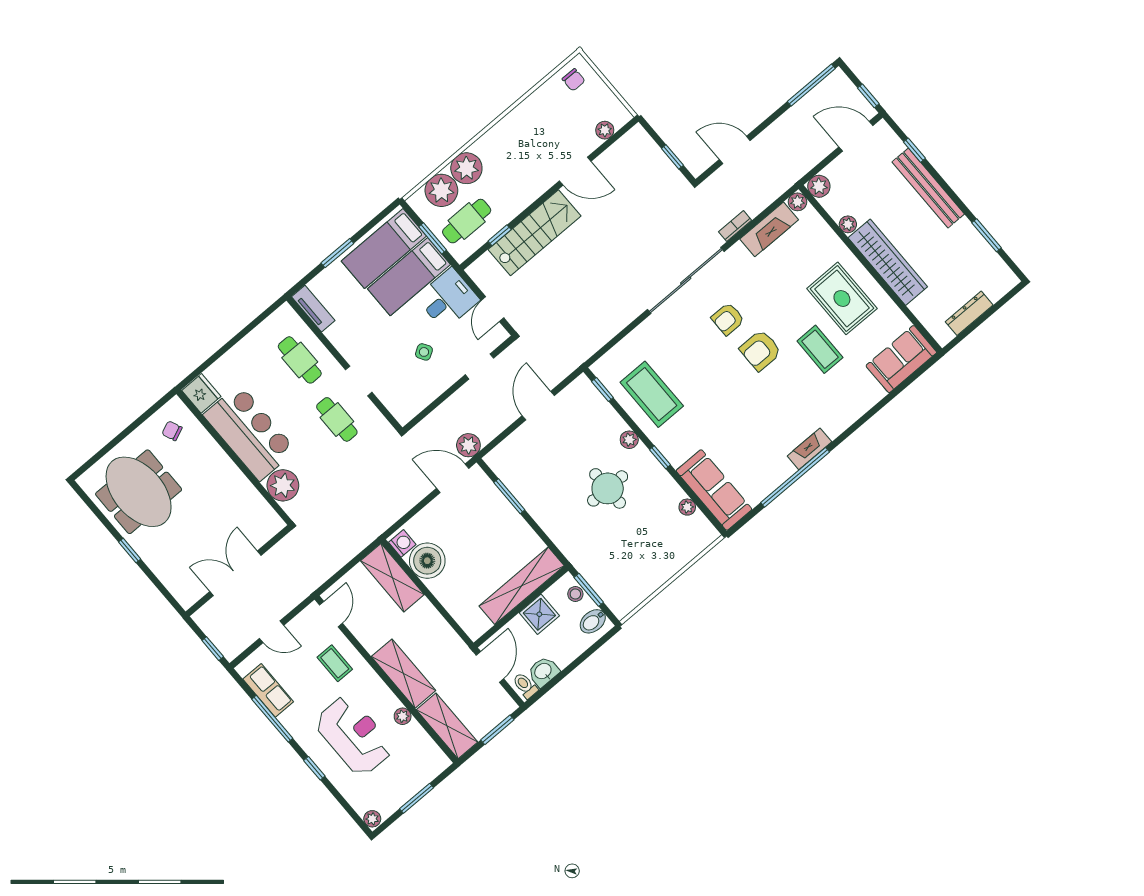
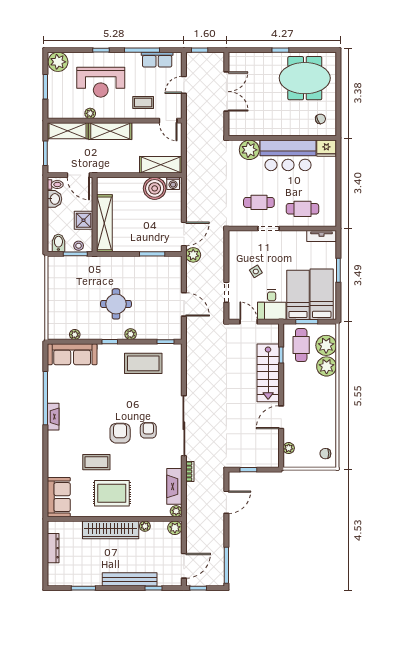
plant: (372, 819) -> (58, 62), width x1.87, depth x1.87

